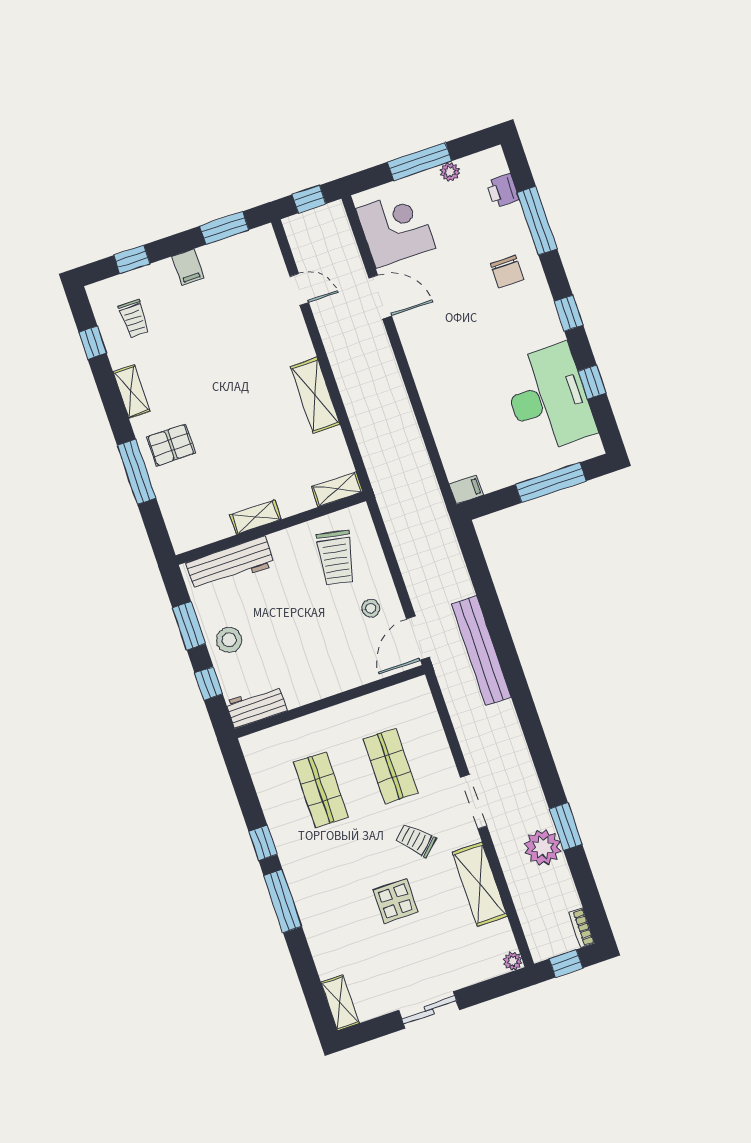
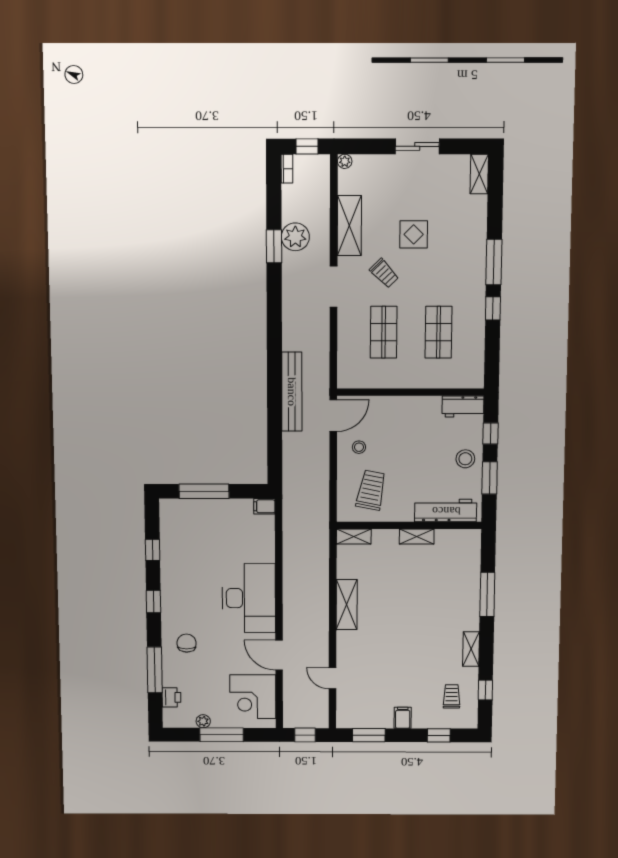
desk: (548, 398) -> (249, 598), moved, turned 180
pallet: (171, 445) -> (457, 604), removed

